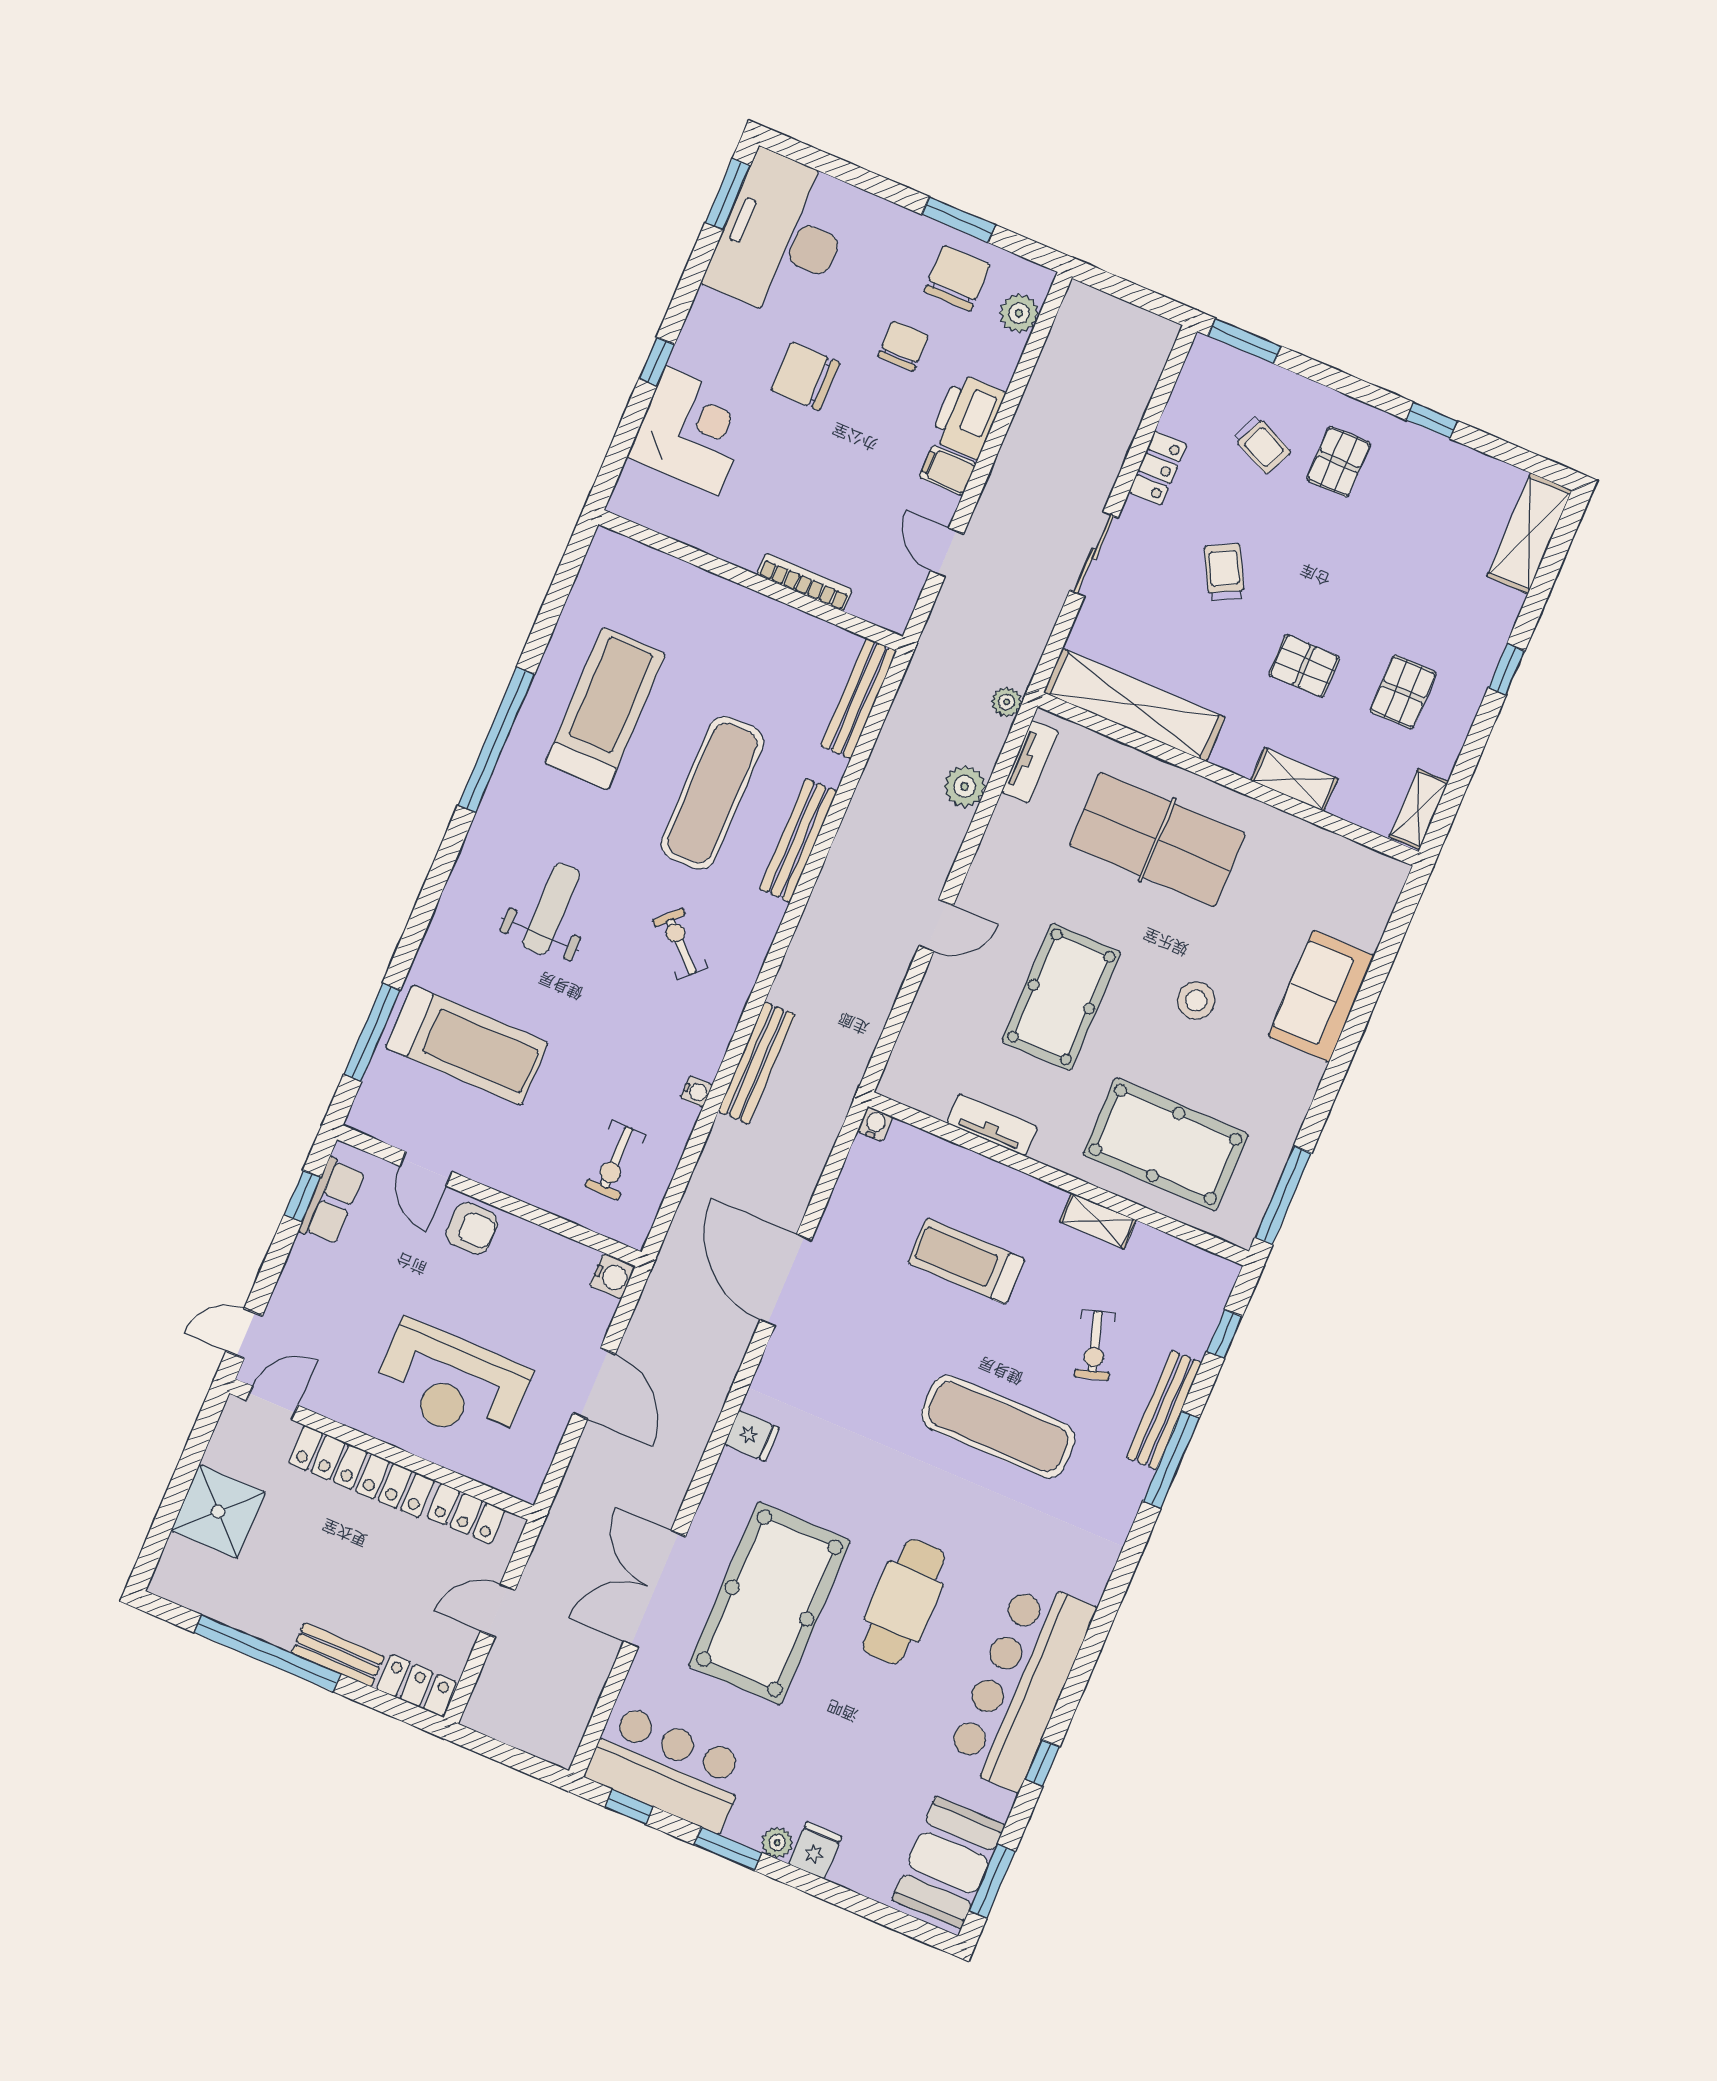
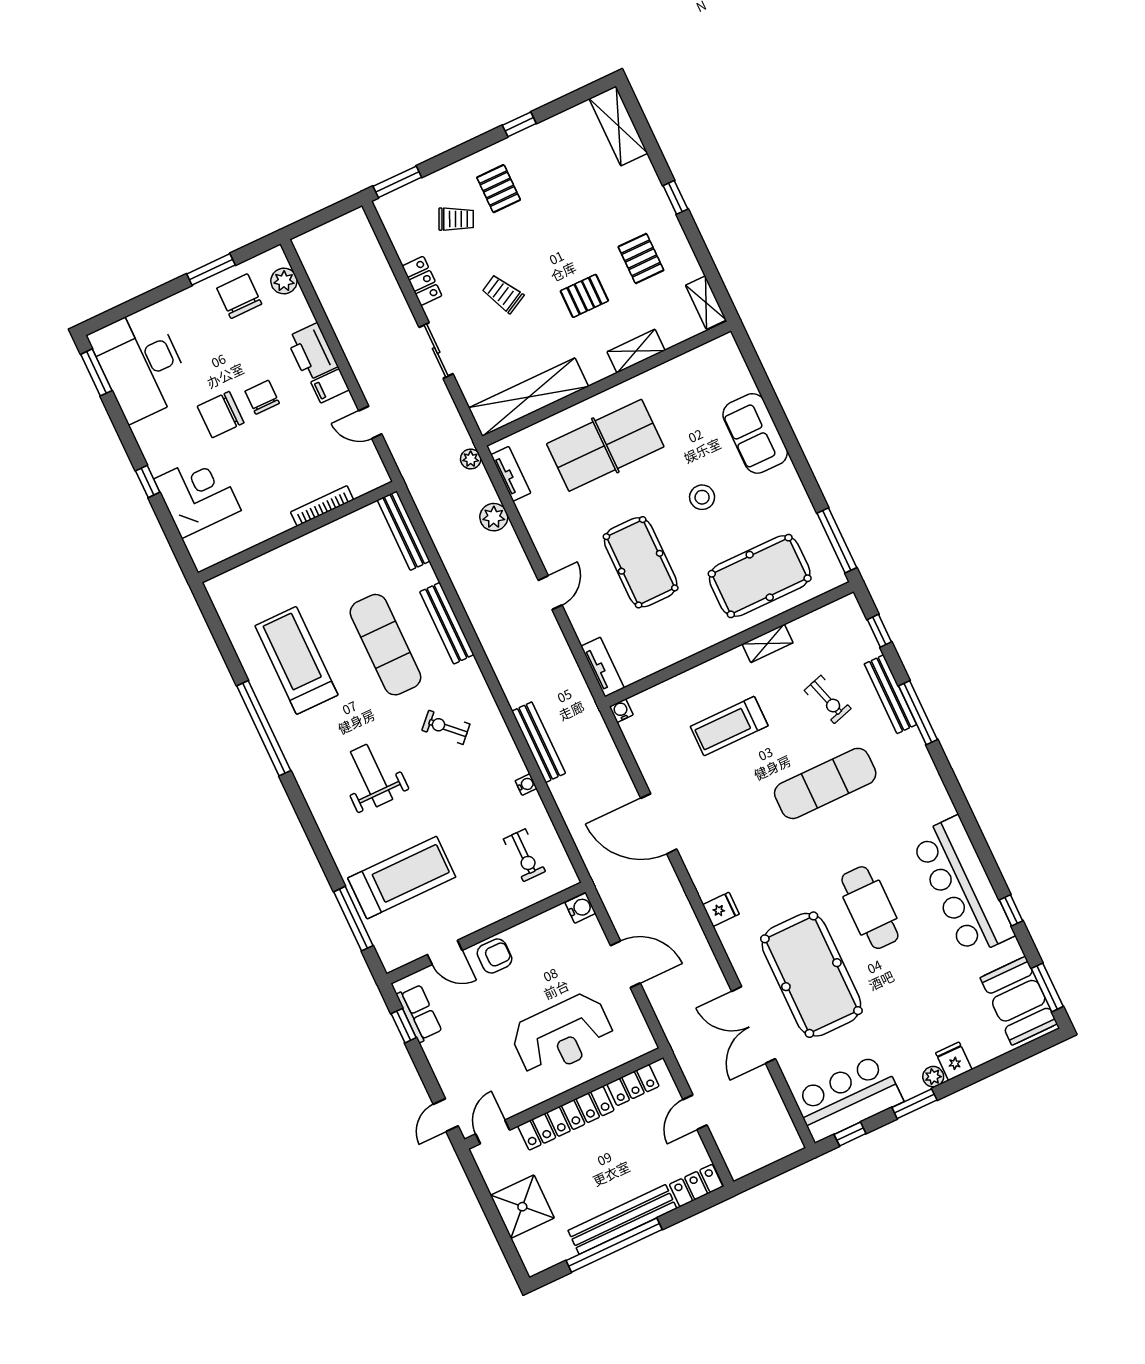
chair: (903, 346) -> (262, 397), moved
tv unit: (992, 1125) -> (603, 667), moved, turned 90
bench: (338, 1655) -> (622, 1219), width x1.86, depth x1.21

